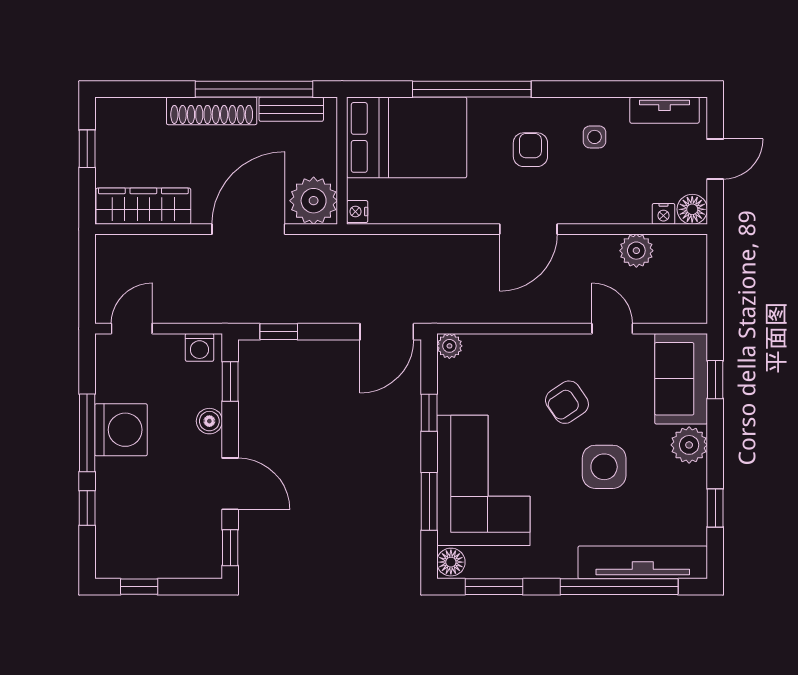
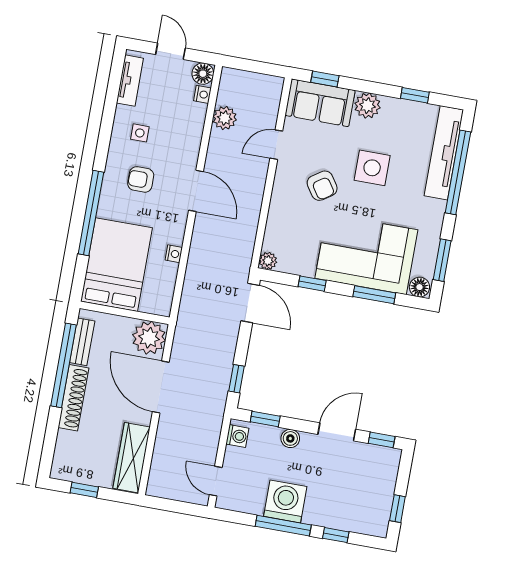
nightstand: (357, 212) -> (174, 254), moved, turned -90

